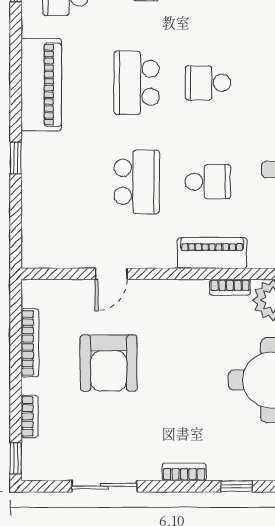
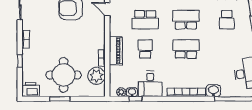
school desk: (208, 83) -> (186, 49), width x1.85
school desk: (208, 182) -> (145, 49), turned 180

